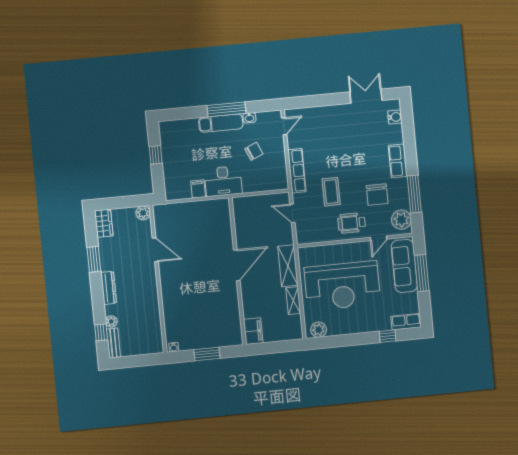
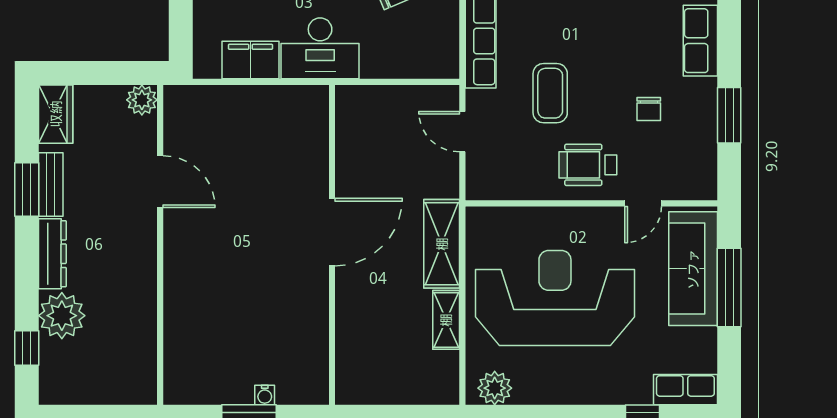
filing cabinet: (198, 189) -> (251, 60), width x2.00
window: (414, 194) -> (729, 115), width x0.69
chair: (377, 195) -> (649, 109), width x0.54, depth x0.54
plant: (401, 220) -> (696, 168), removed
reception desk: (342, 286) -> (555, 298), turned 180
plant: (111, 321) -> (62, 316), width x1.88, depth x1.88
filing cabinet: (253, 331) -> (353, 377), removed
bench: (113, 343) -> (51, 184), moved
water cooler: (174, 347) -> (265, 395), moved

